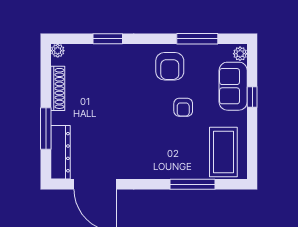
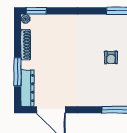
window: (108, 39) -> (36, 11), moved
armchair: (170, 66) -> (102, 30), removed

